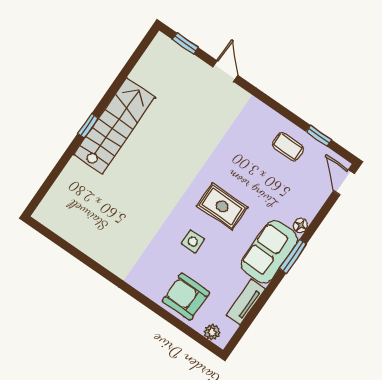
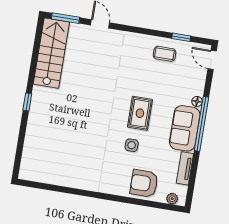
window: (185, 43) -> (65, 18), width x1.50
stairs: (114, 126) -> (51, 53), moved
rug: (222, 206) -> (140, 113), turned 90
window: (293, 256) -> (201, 124), width x2.11

